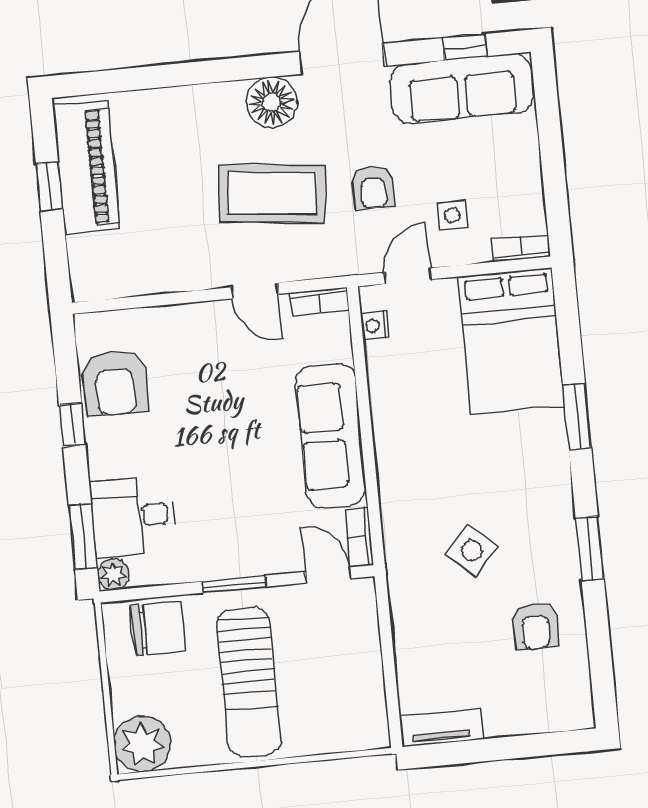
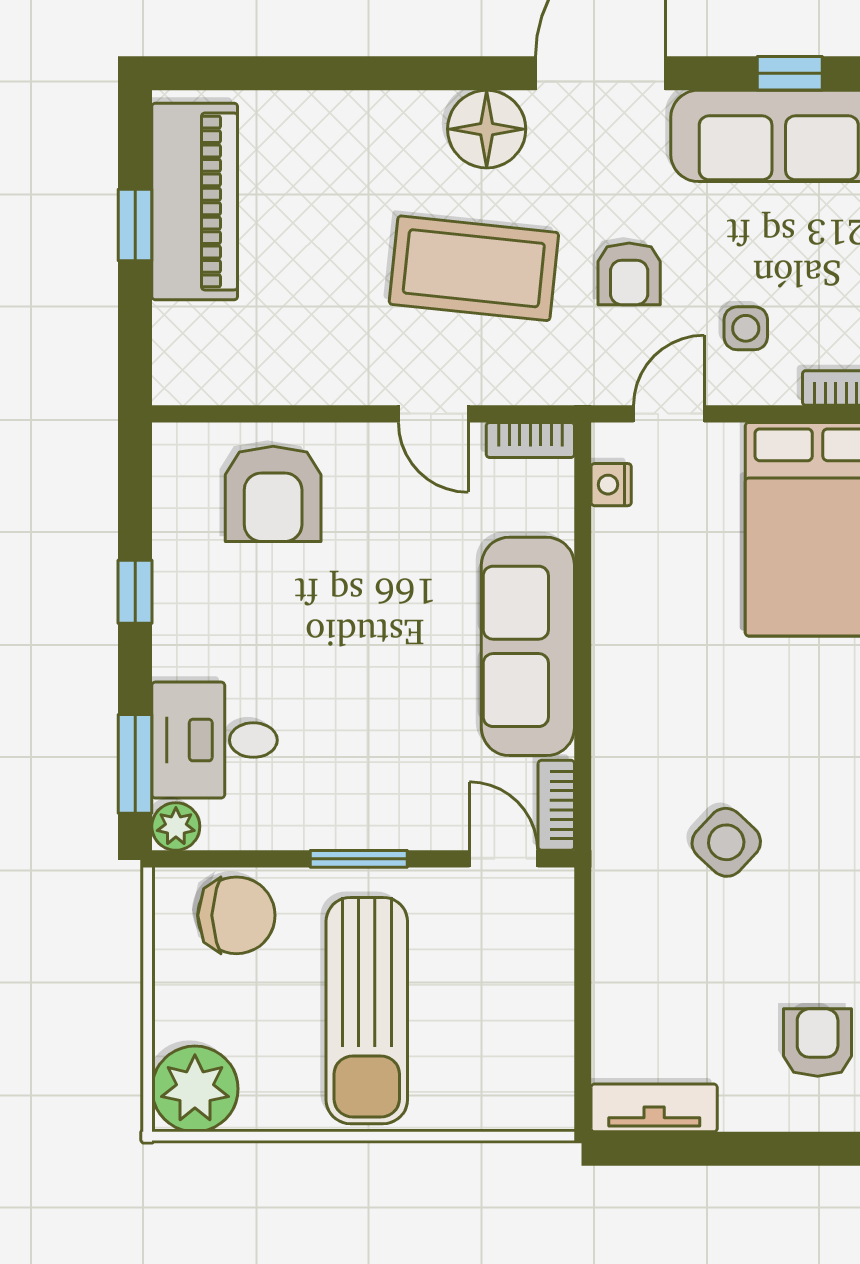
armchair: (115, 383) -> (273, 494), moved
armchair: (535, 626) -> (818, 1043), moved, turned 180

